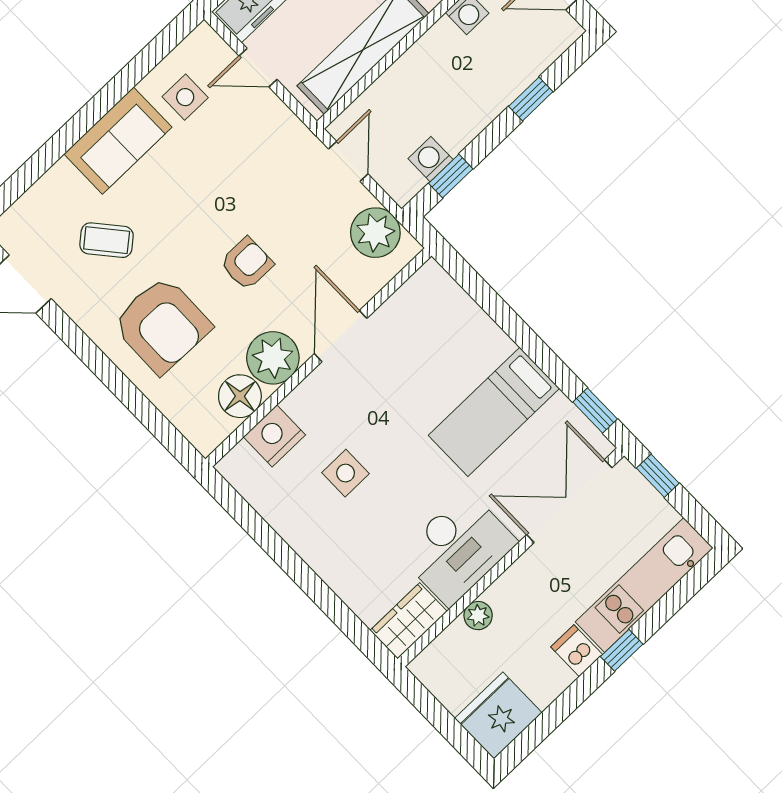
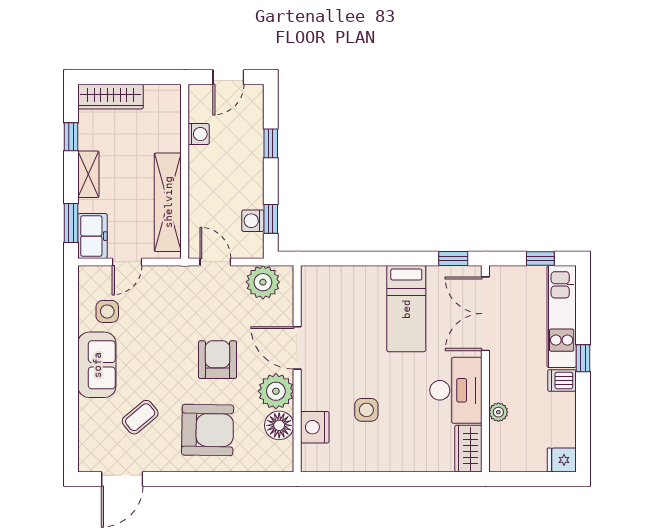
armchair: (247, 263) -> (217, 360), width x1.38, depth x1.38
window: (658, 476) -> (540, 259), moved
fridge: (498, 716) -> (562, 460), width x0.53, depth x0.75

